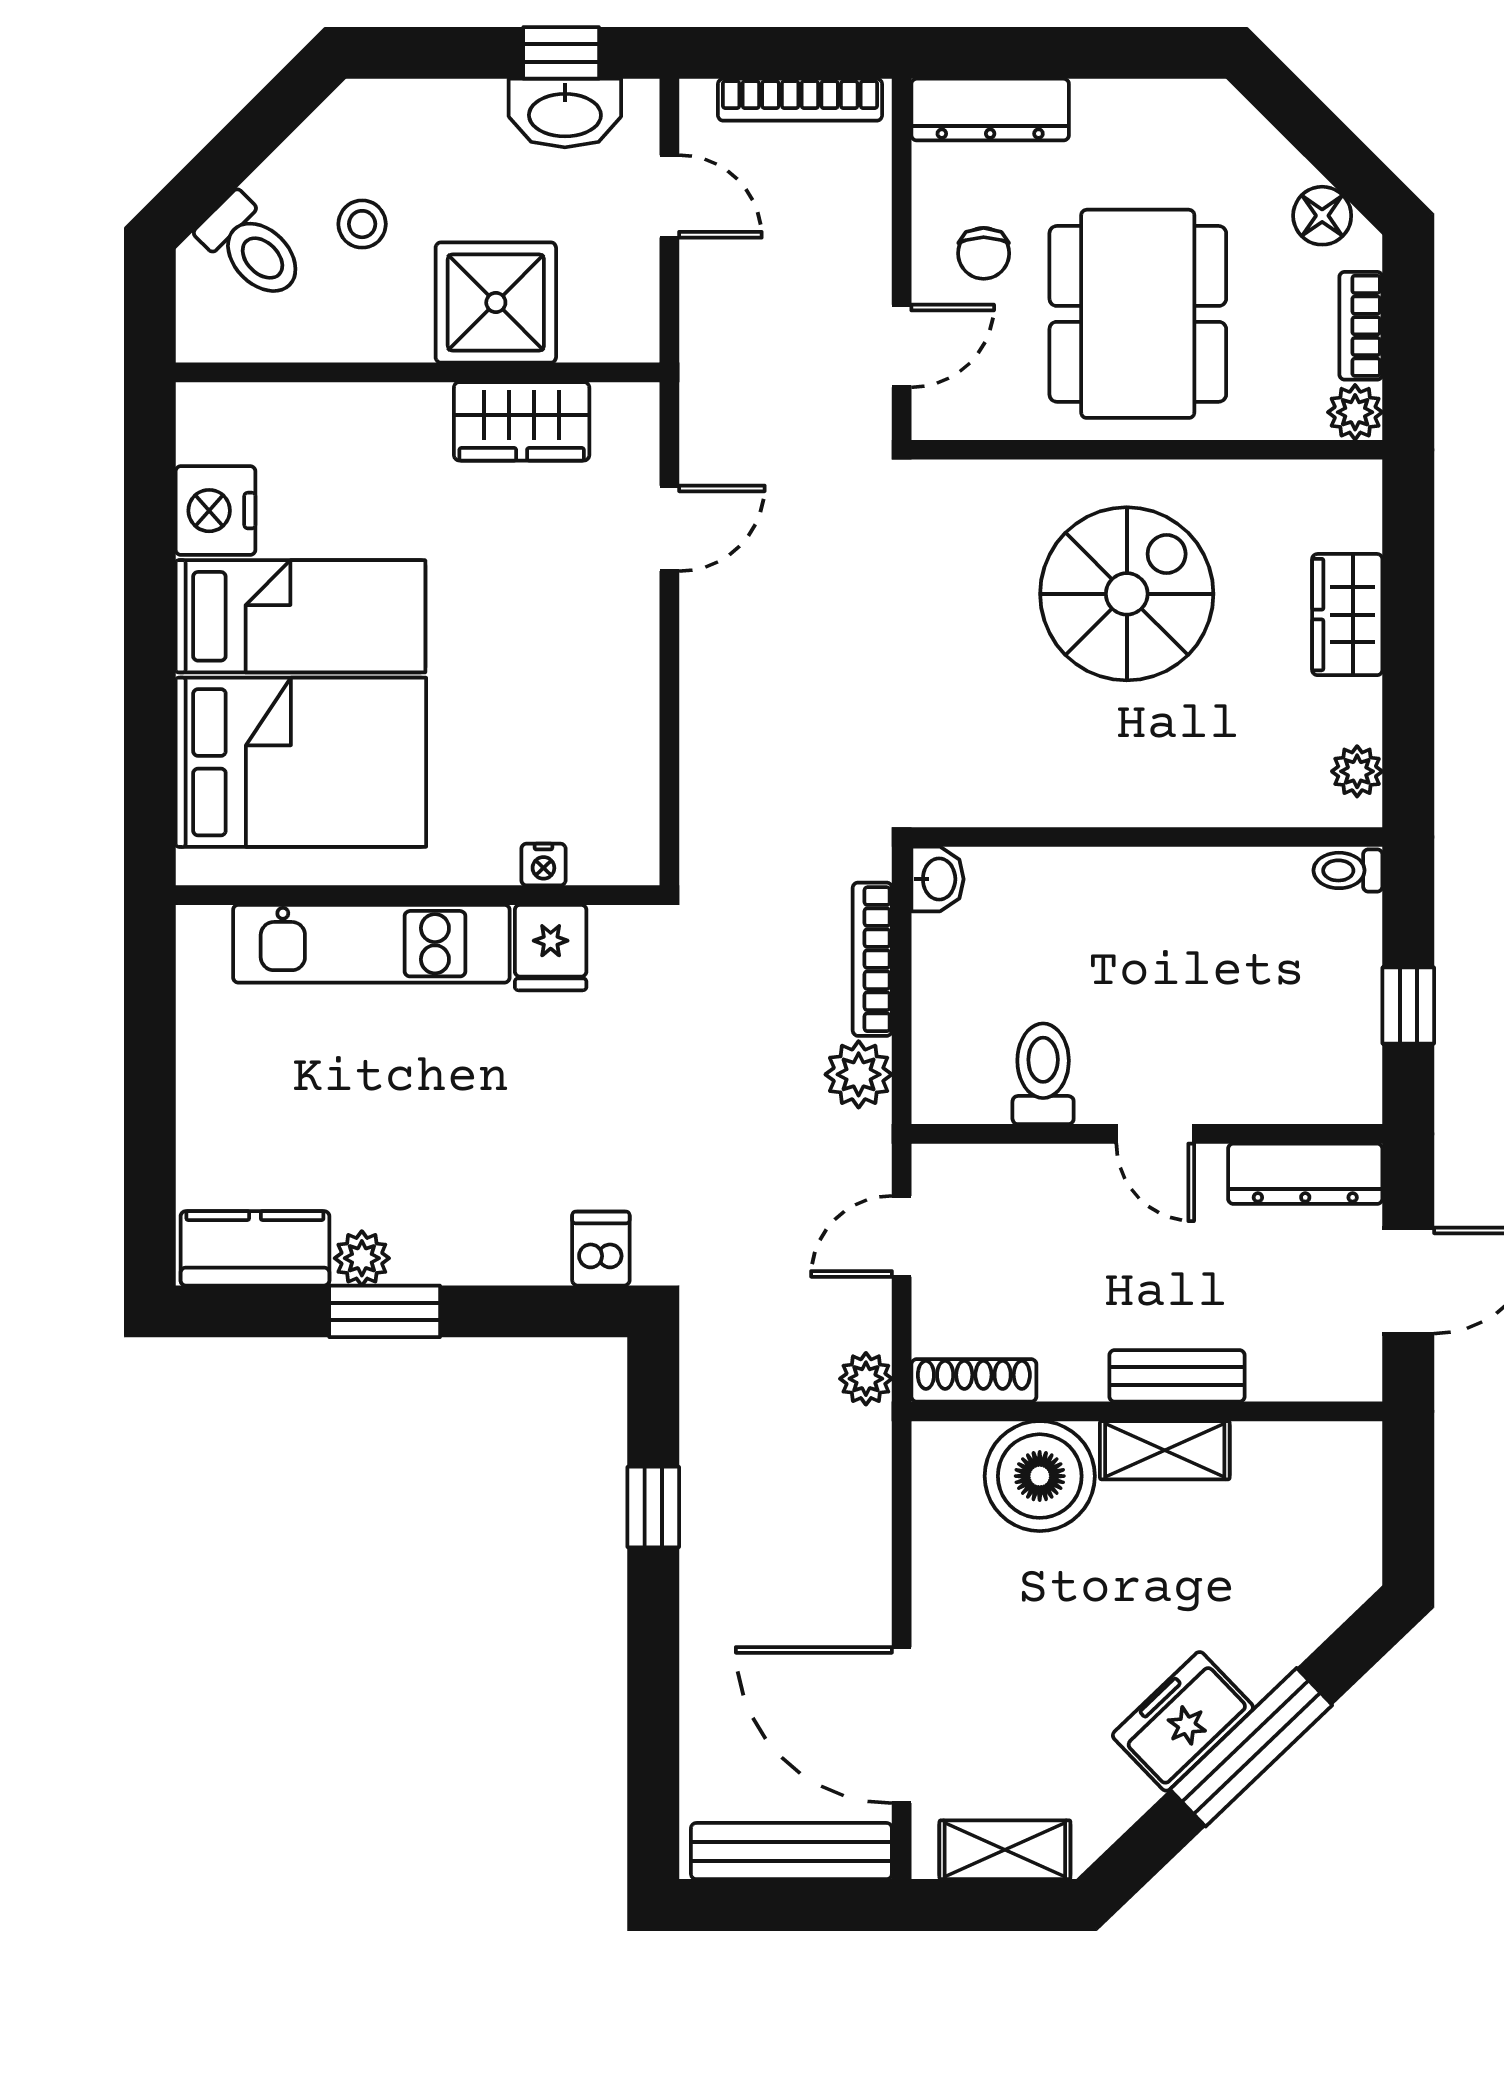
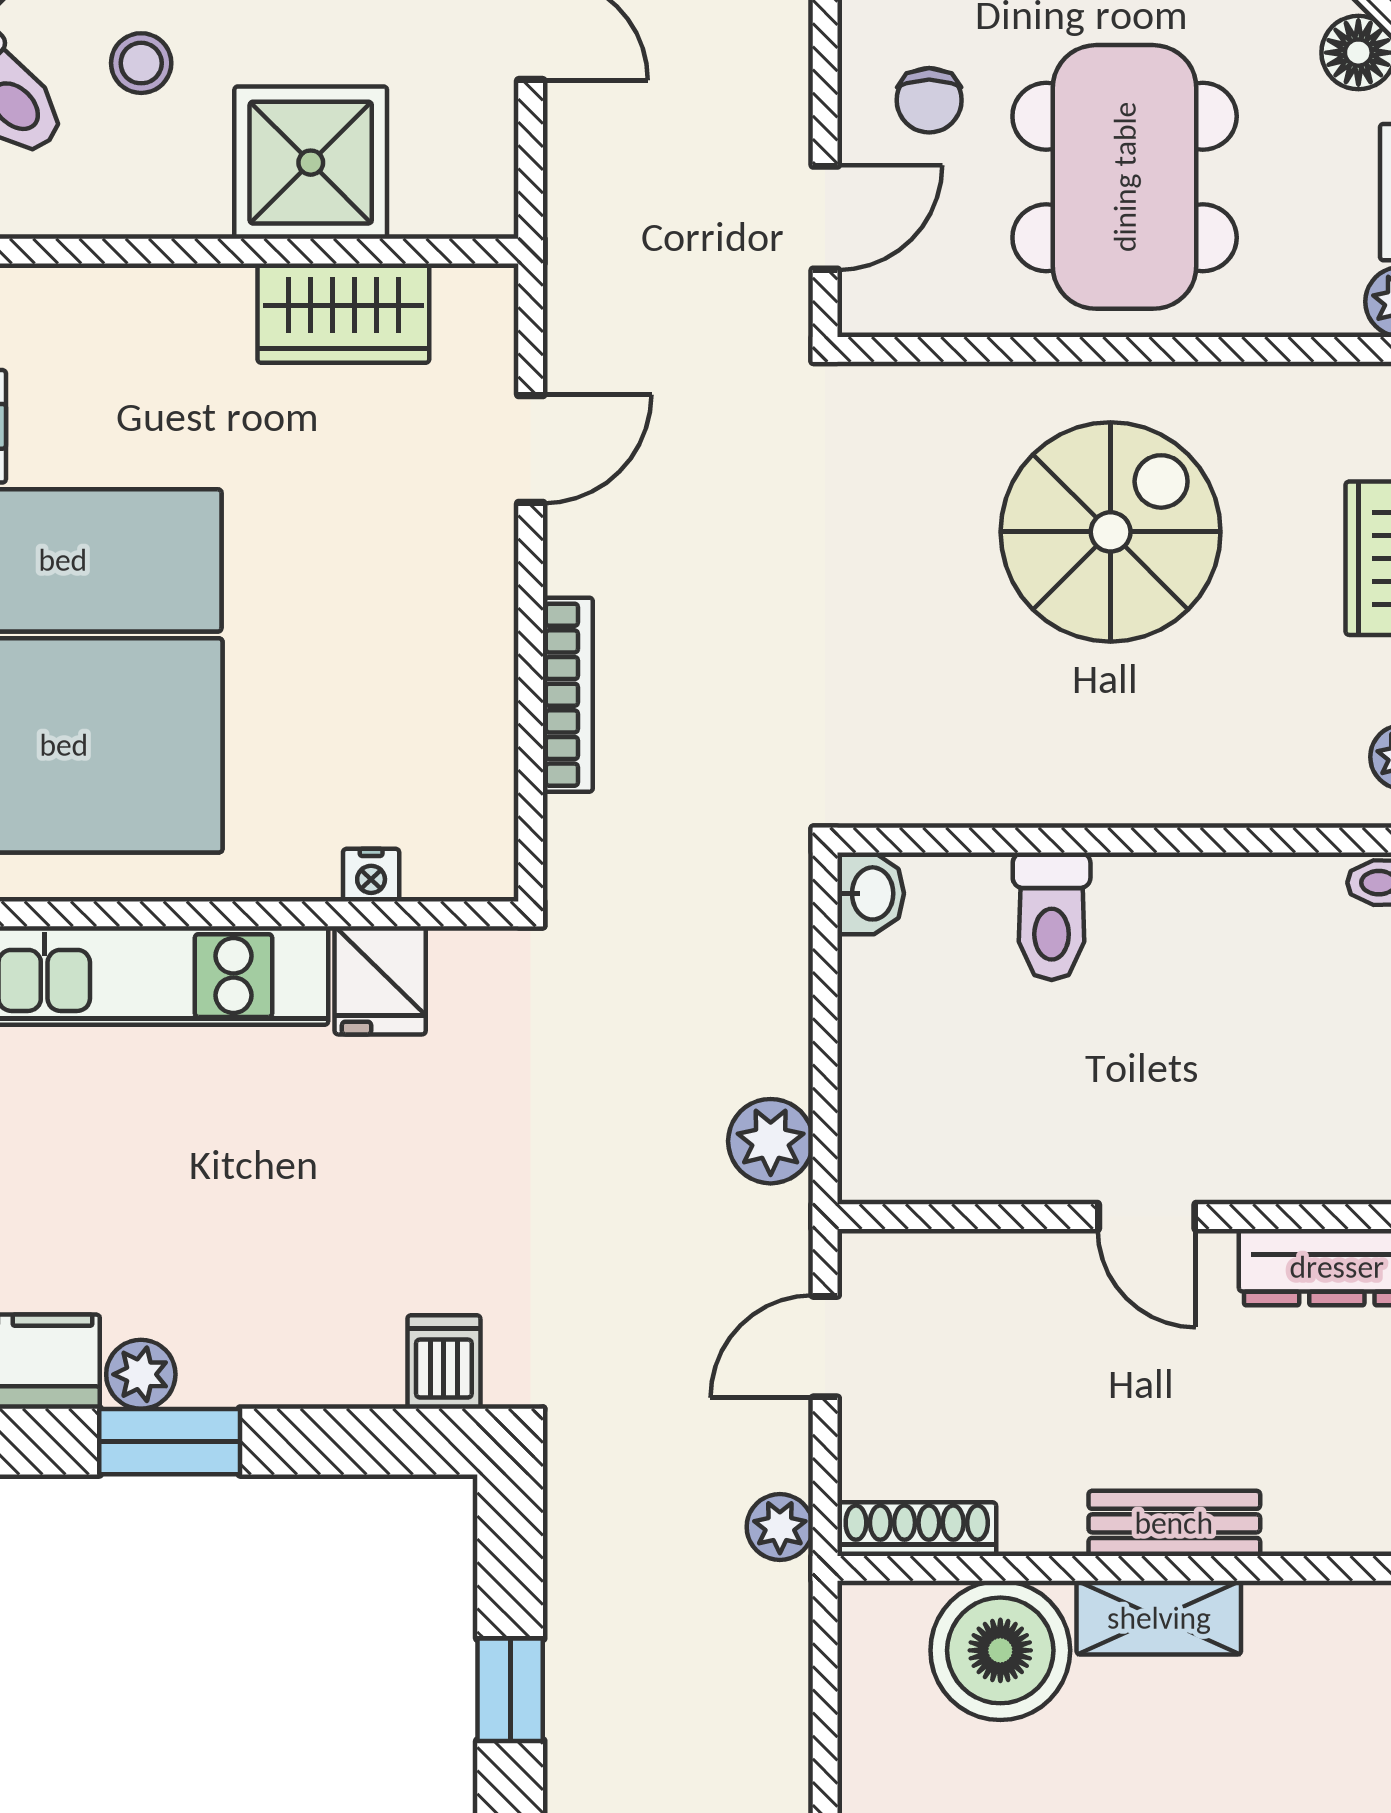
bookcase: (872, 959) -> (568, 695), moved, turned 180
toilet: (1043, 1074) -> (1052, 916), moved, turned 180

